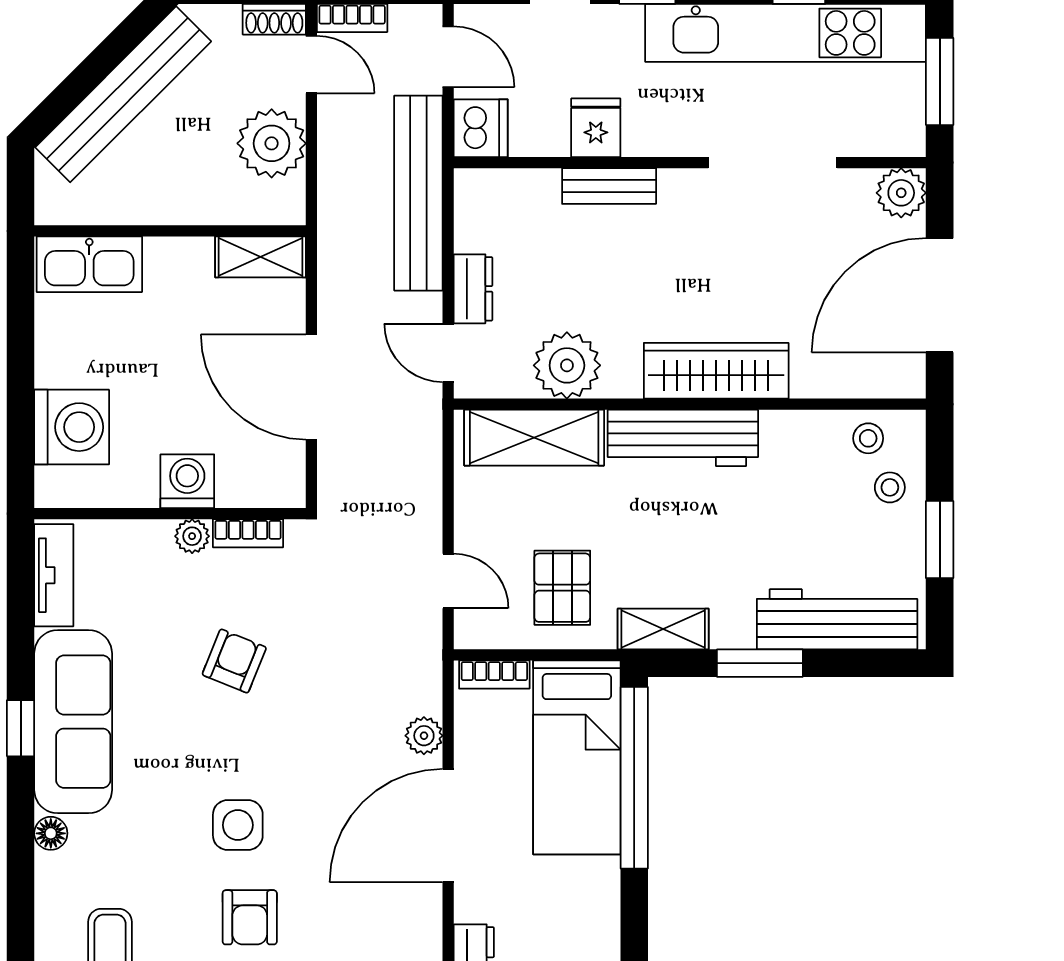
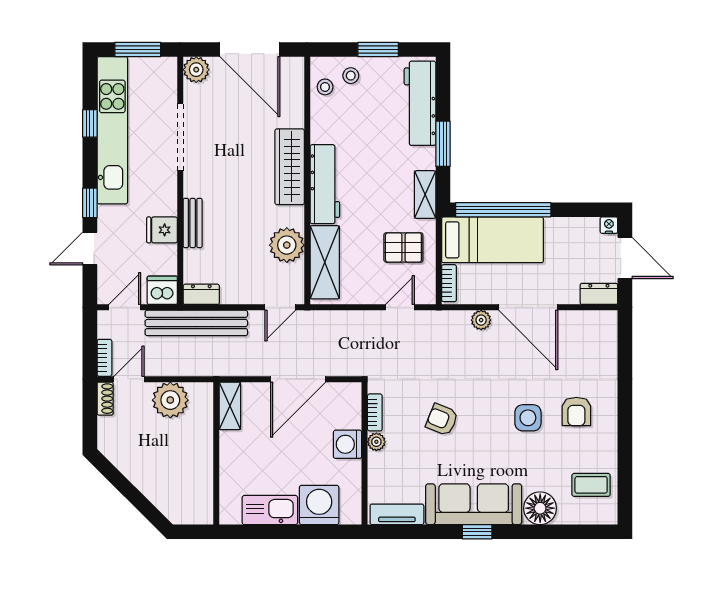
bench: (123, 94) -> (144, 478), removed
kitchen sink: (89, 264) -> (270, 510), moved, turned -90
dresser: (473, 289) -> (201, 294), moved
floor lamp: (51, 833) -> (540, 508), width x1.89, depth x1.89
armchair: (250, 917) -> (576, 412), turned 90

